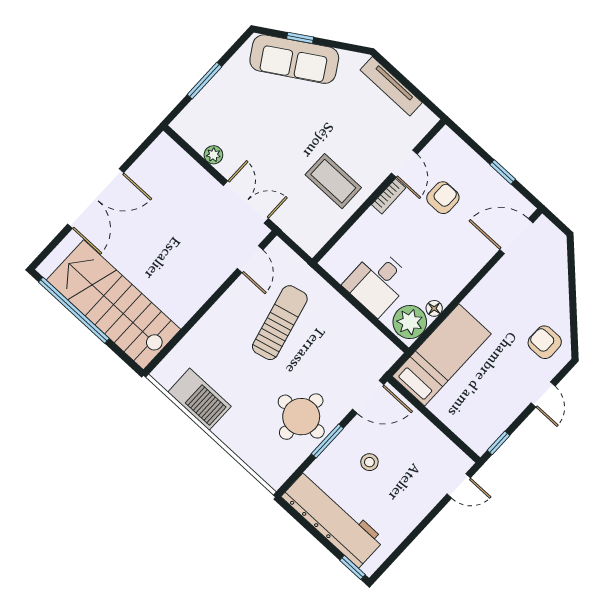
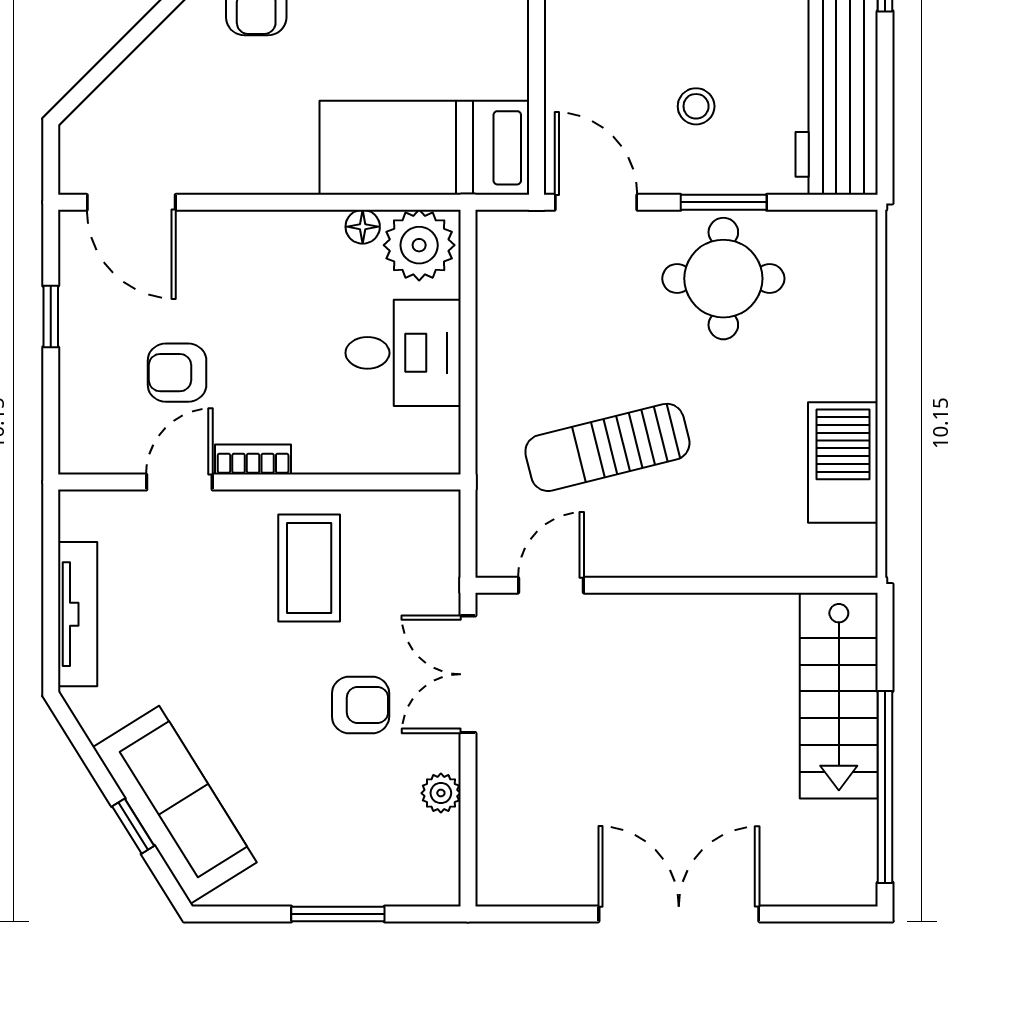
armchair: (269, 155) -> (361, 705), added
stairs: (113, 305) -> (839, 696), width x0.73, depth x0.66

